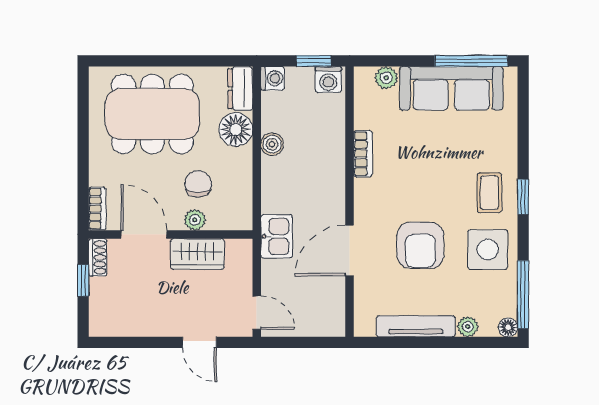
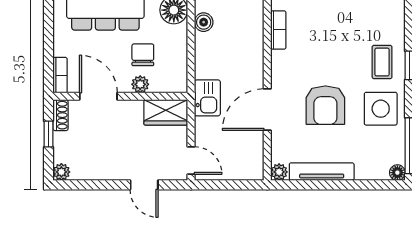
wardrobe: (197, 254) -> (166, 112), moved
plant: (99, 327) -> (61, 172), added
plant: (468, 327) -> (279, 172), moved

